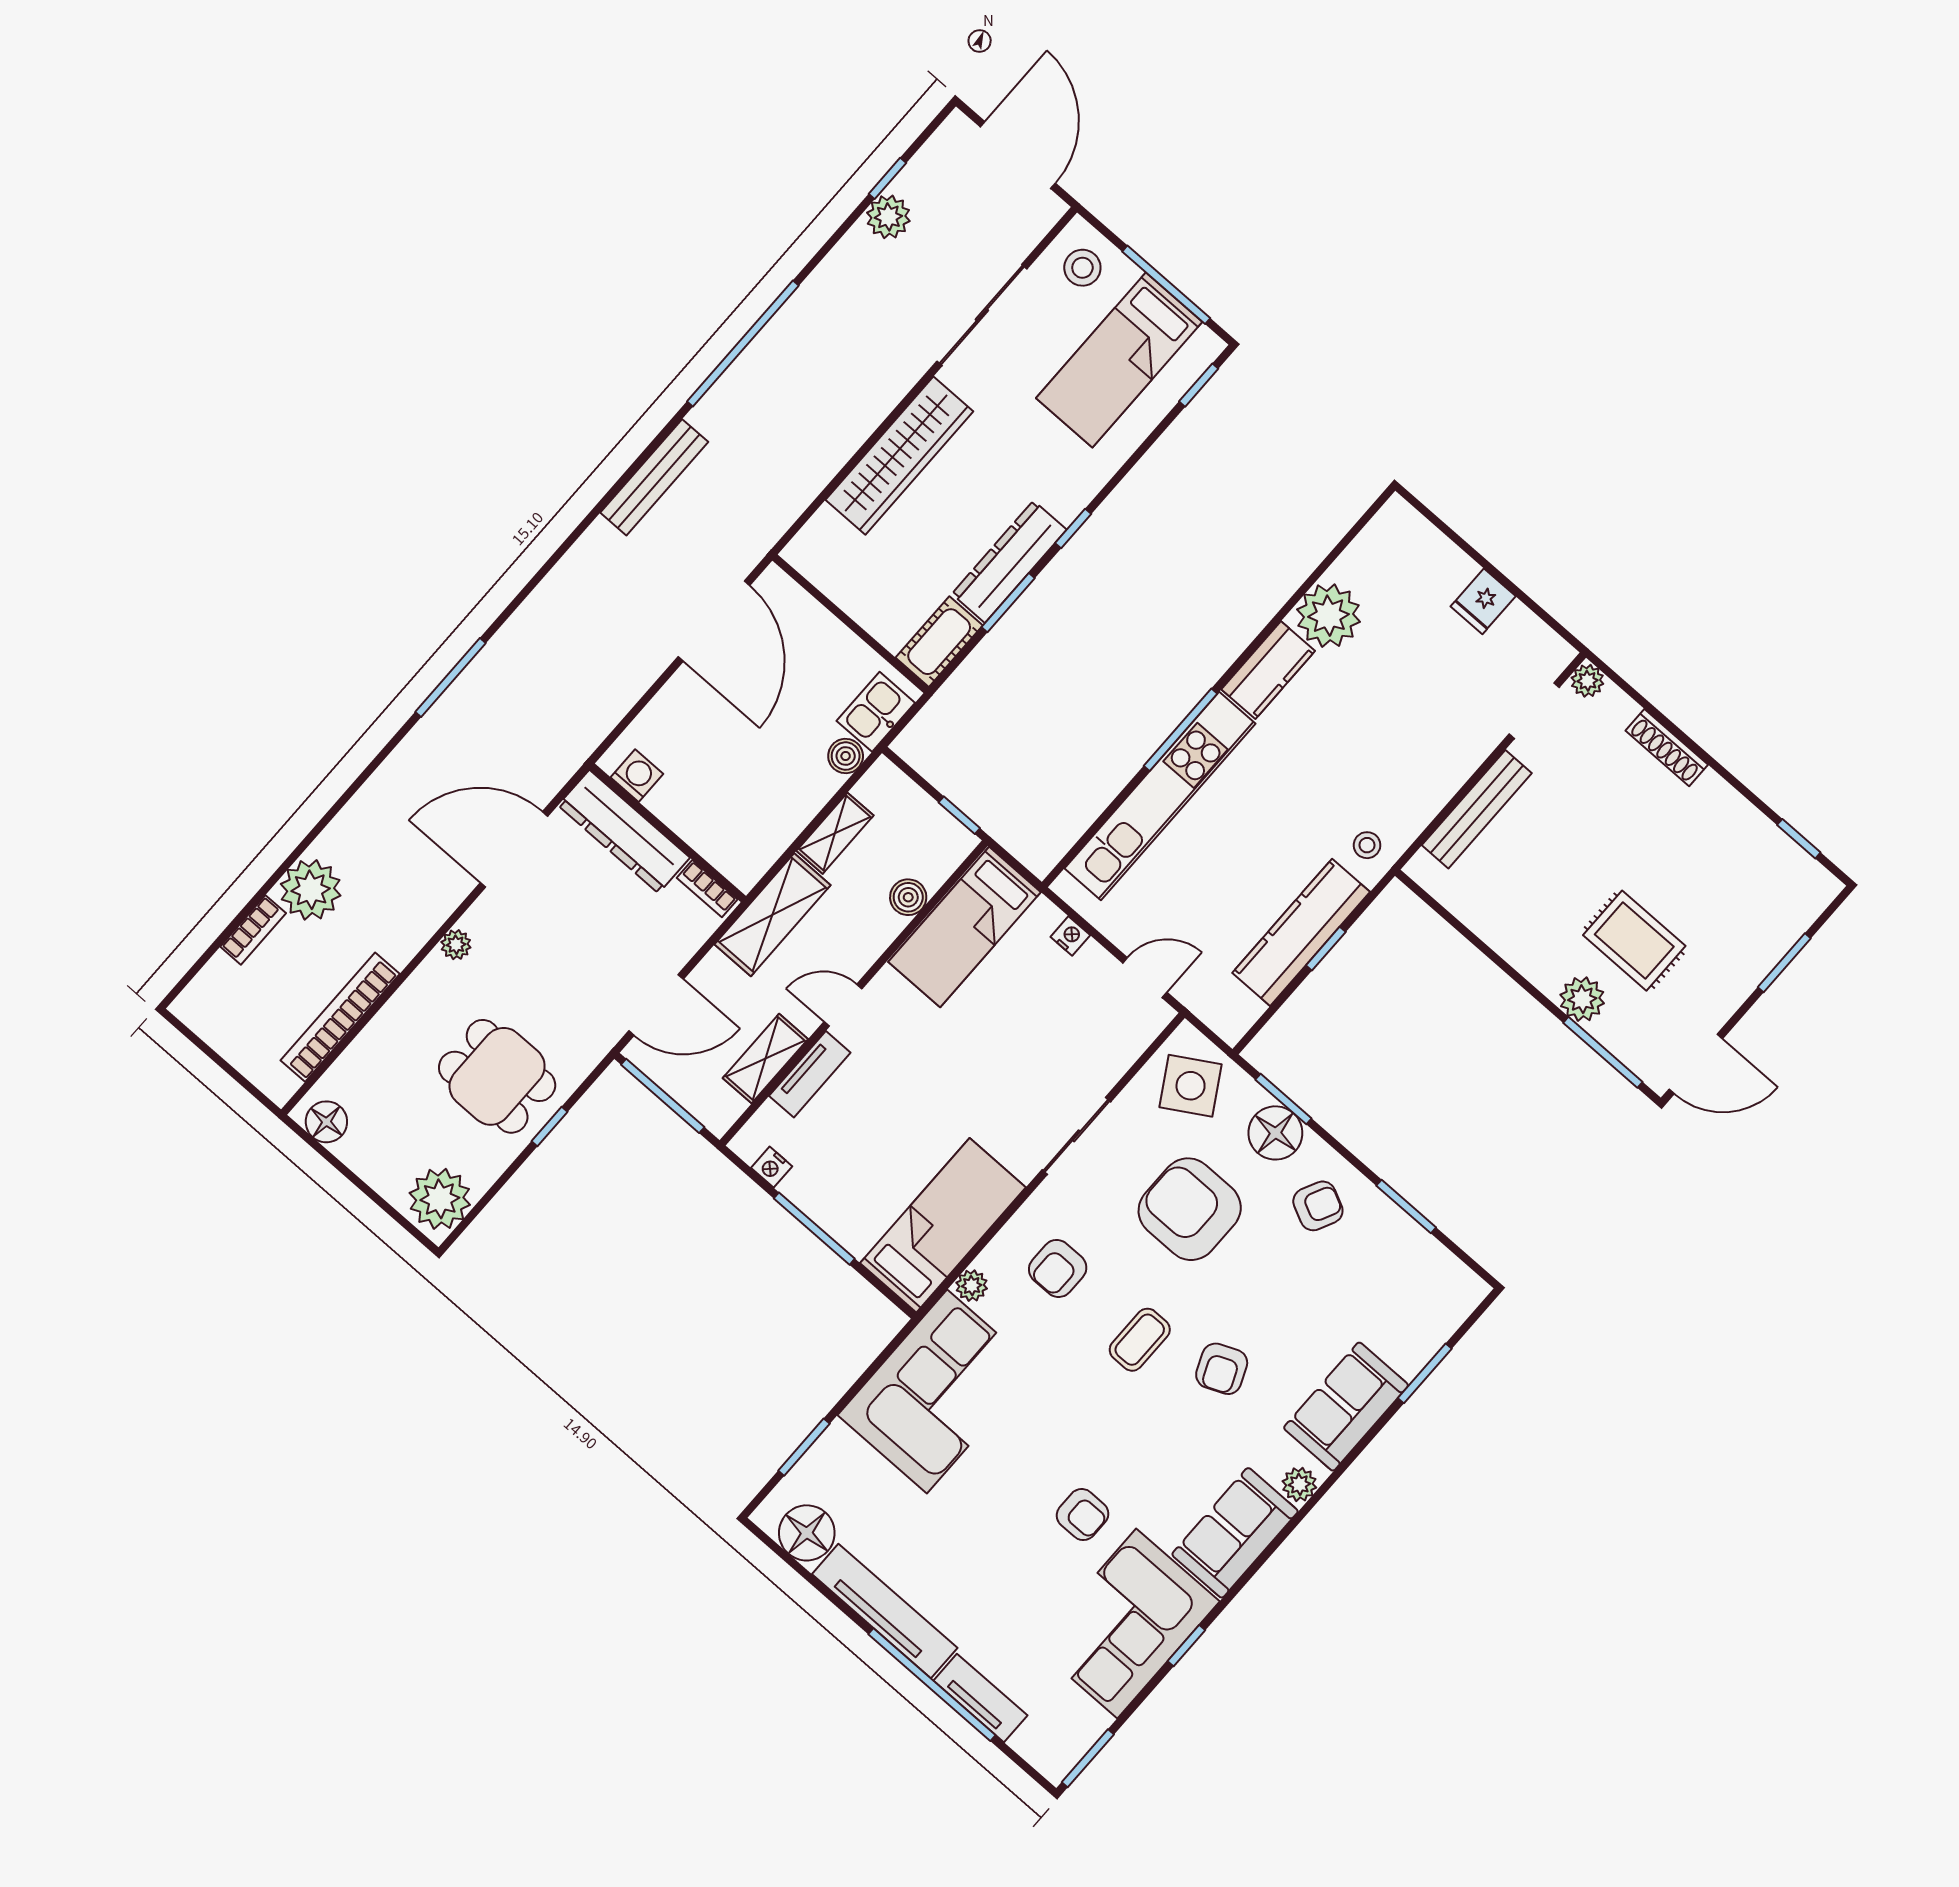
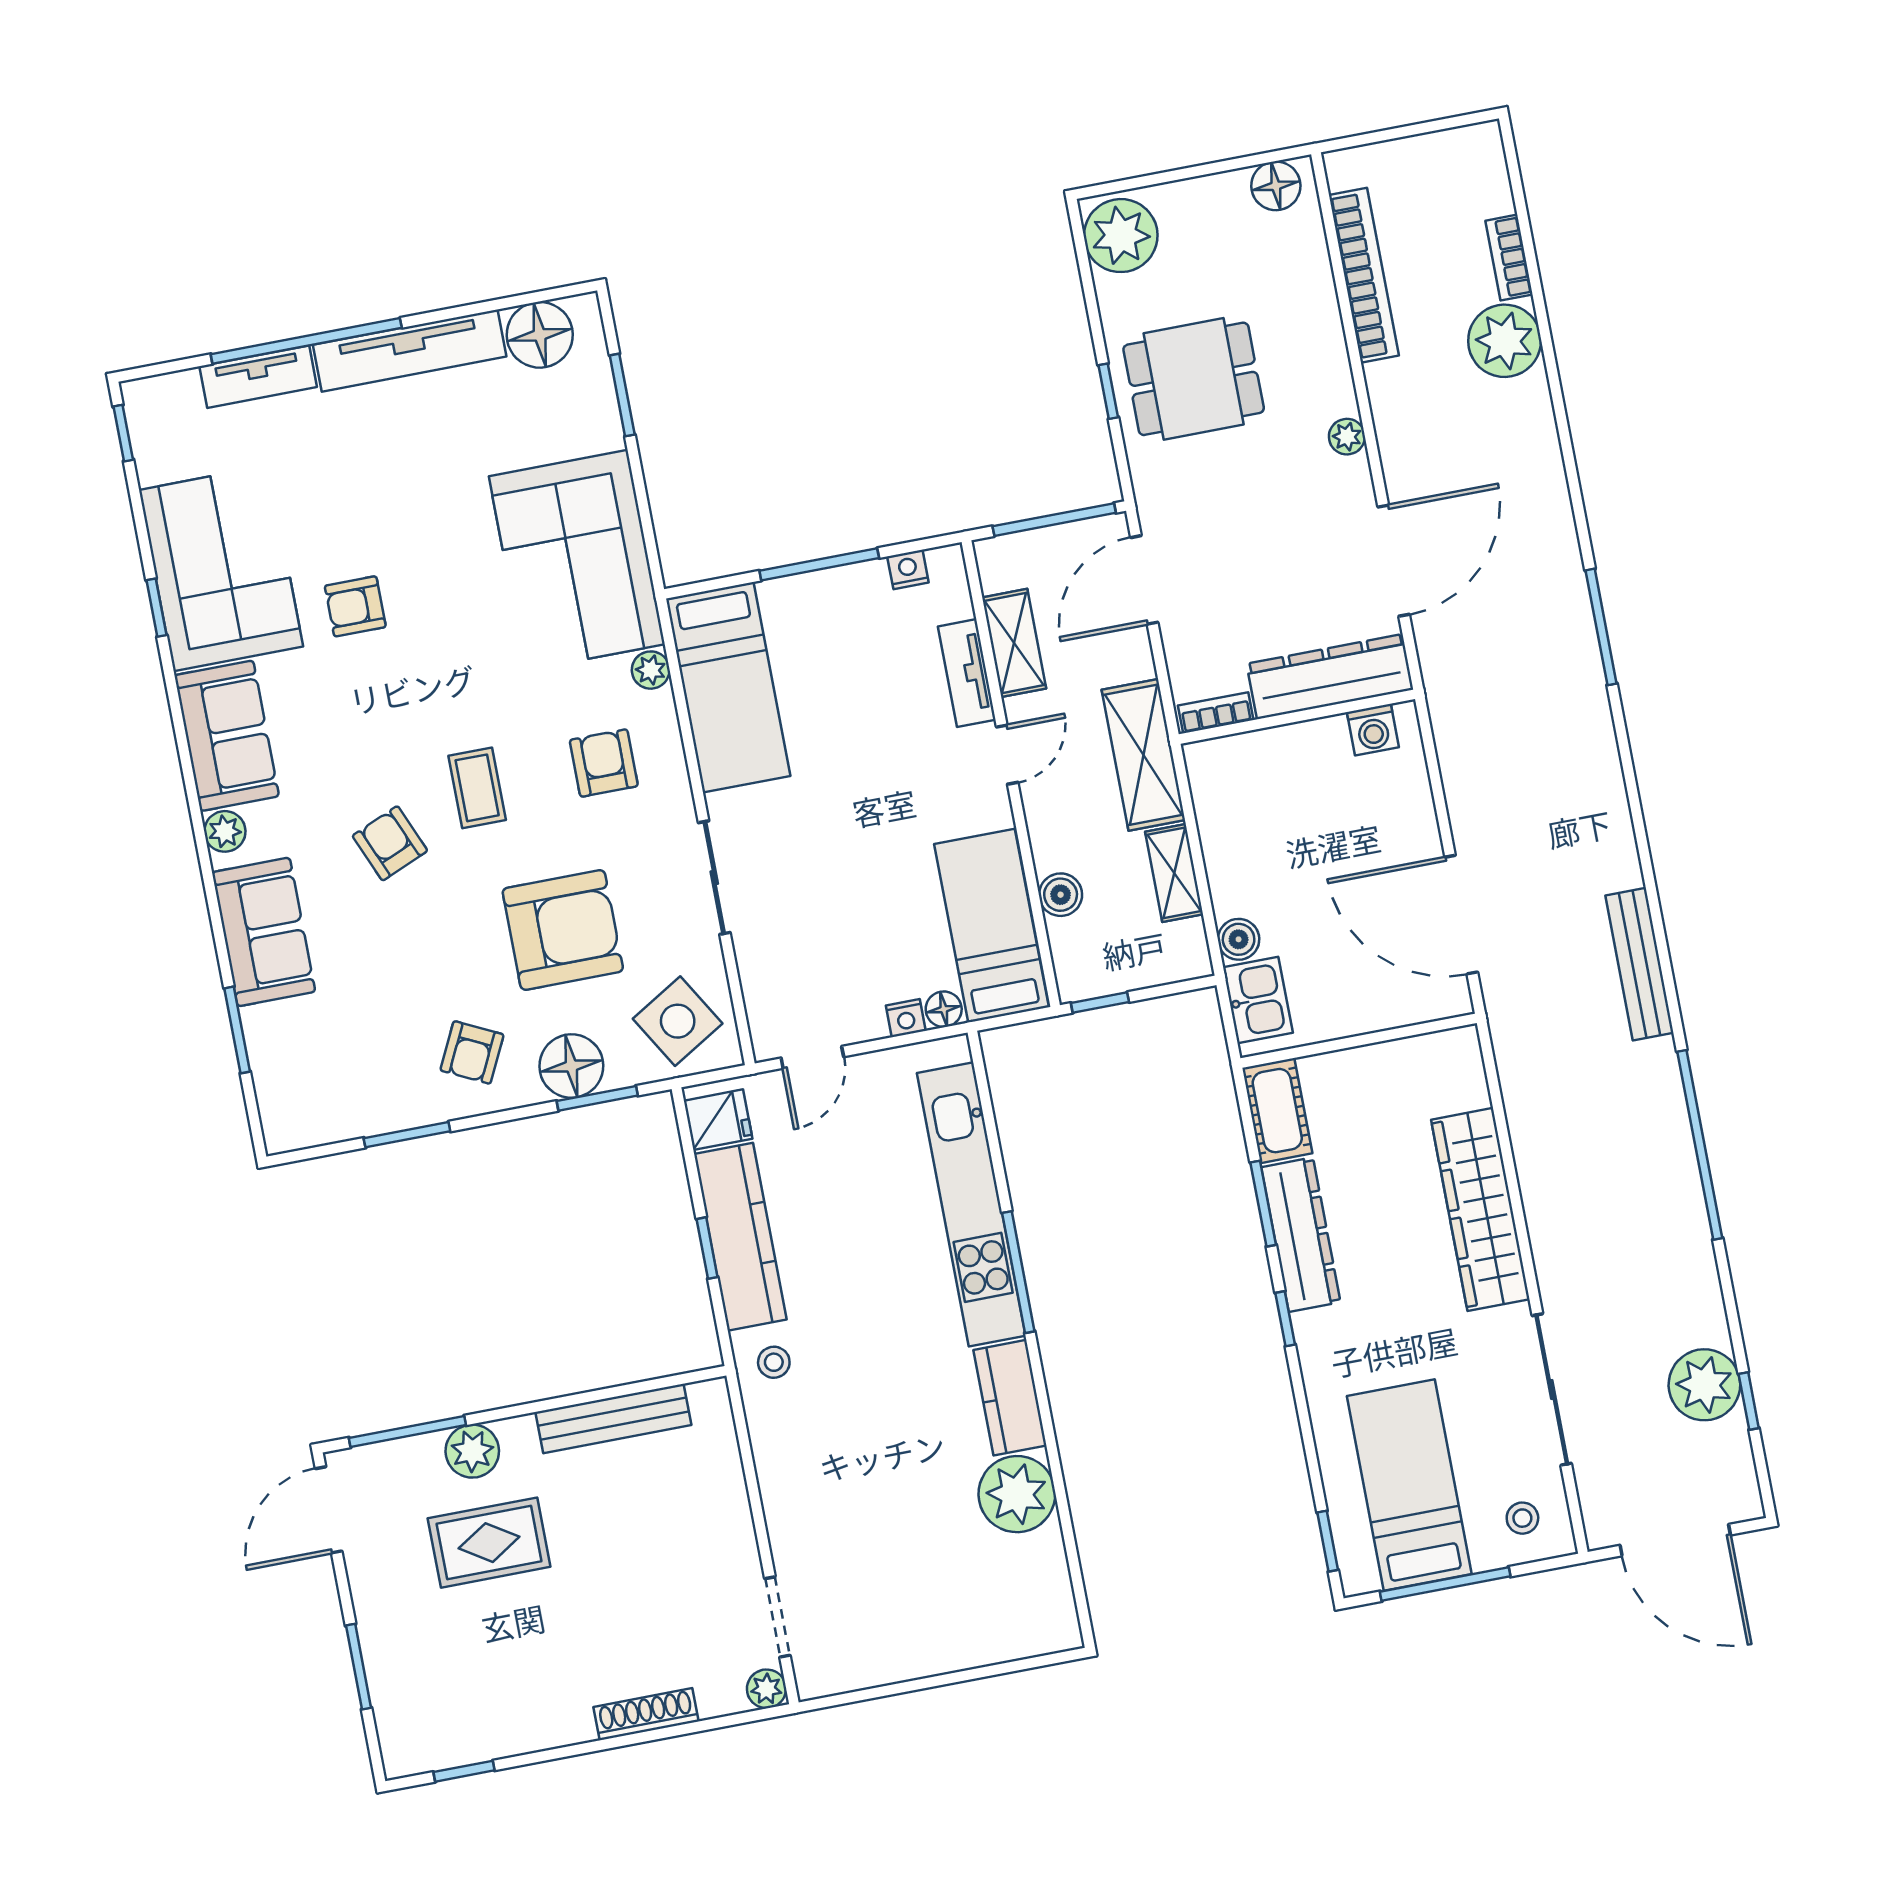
plant: (888, 217) -> (1704, 1385), width x1.36, depth x1.36
stool: (1082, 268) -> (1522, 1518), width x0.73, depth x0.73
fridge: (1483, 601) -> (718, 1120), moved, turned 90
bench: (1477, 809) -> (613, 1419), moved, turned 90
floor lamp: (1045, 915) -> (944, 1009), added
window: (1088, 1758) -> (123, 433), width x0.67

